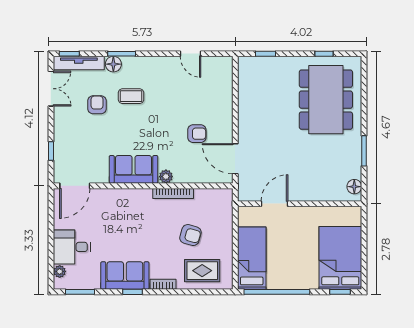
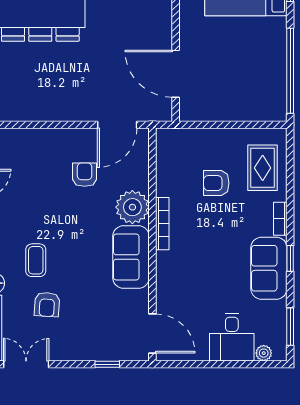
armchair: (97, 105) -> (47, 304), turned -86
plant: (166, 177) -> (132, 207), width x1.88, depth x1.88
bookcase: (173, 193) -> (162, 224), moved
door: (275, 204) -> (176, 74), width x1.36
armchair: (190, 235) -> (216, 183), turned -106
bed: (252, 258) -> (246, 103), removed

